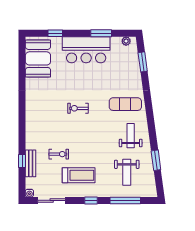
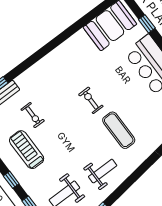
exercise mat: (125, 104) -> (119, 130), moved
treadmill: (79, 175) -> (27, 150), turned 180

